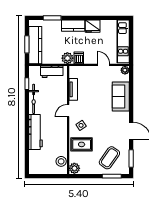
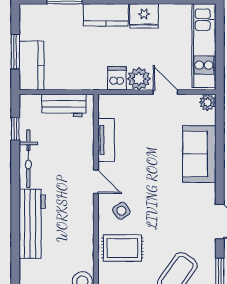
kitchen counter: (35, 45) -> (32, 65), width x0.67
plant: (67, 58) -> (139, 79), moved
door: (68, 111) -> (96, 182), swing flipped

